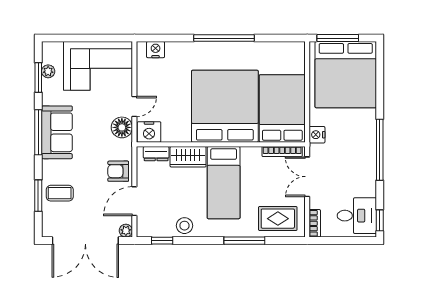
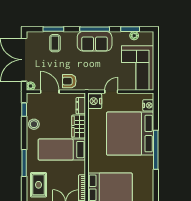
door: (134, 106) -> (111, 92), swing flipped
bed: (225, 106) -> (130, 134), moved, turned 180
floor lamp: (122, 127) -> (98, 83), removed
armchair: (118, 171) -> (69, 81), turned -90

